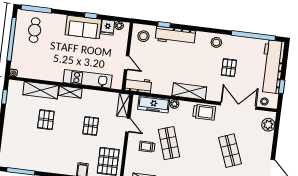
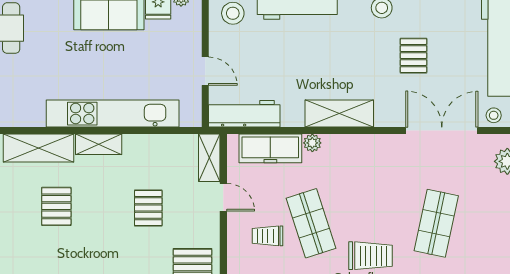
kitchen unit: (88, 79) -> (113, 114), width x1.36
workbench: (138, 85) -> (244, 114), width x1.38
trolley: (204, 112) -> (371, 256), moved
shop shelf: (230, 151) -> (436, 223), turned 33

